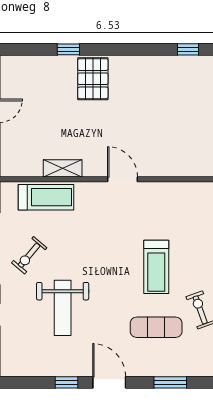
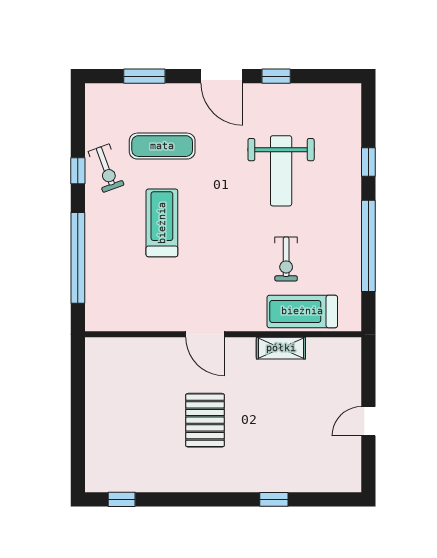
pallet: (93, 79) -> (205, 420), moved
exercise bike: (29, 255) -> (286, 259), moved, turned 140
weight bench: (63, 308) -> (281, 171), turned 180

